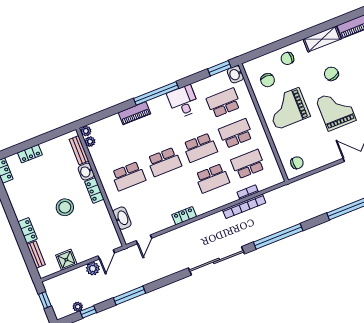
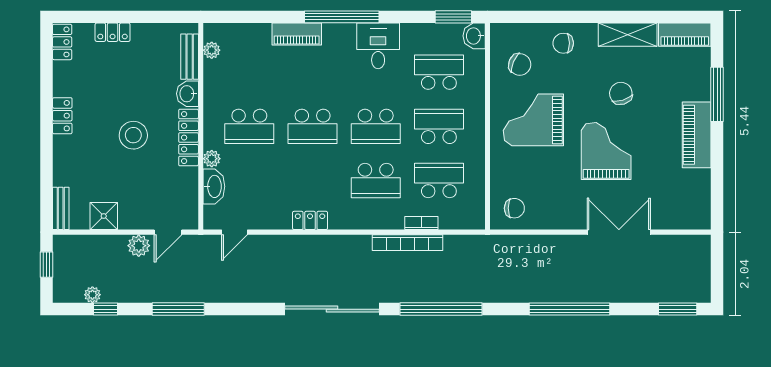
chair: (268, 80) -> (520, 64), turned -68
plant: (86, 131) -> (212, 159), moved
locker: (94, 190) -> (189, 138), width x1.53
locker: (27, 230) -> (62, 116), moved
bench: (36, 255) -> (61, 208), moved

